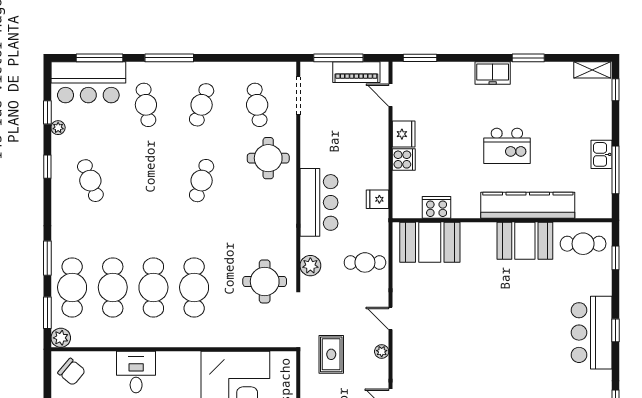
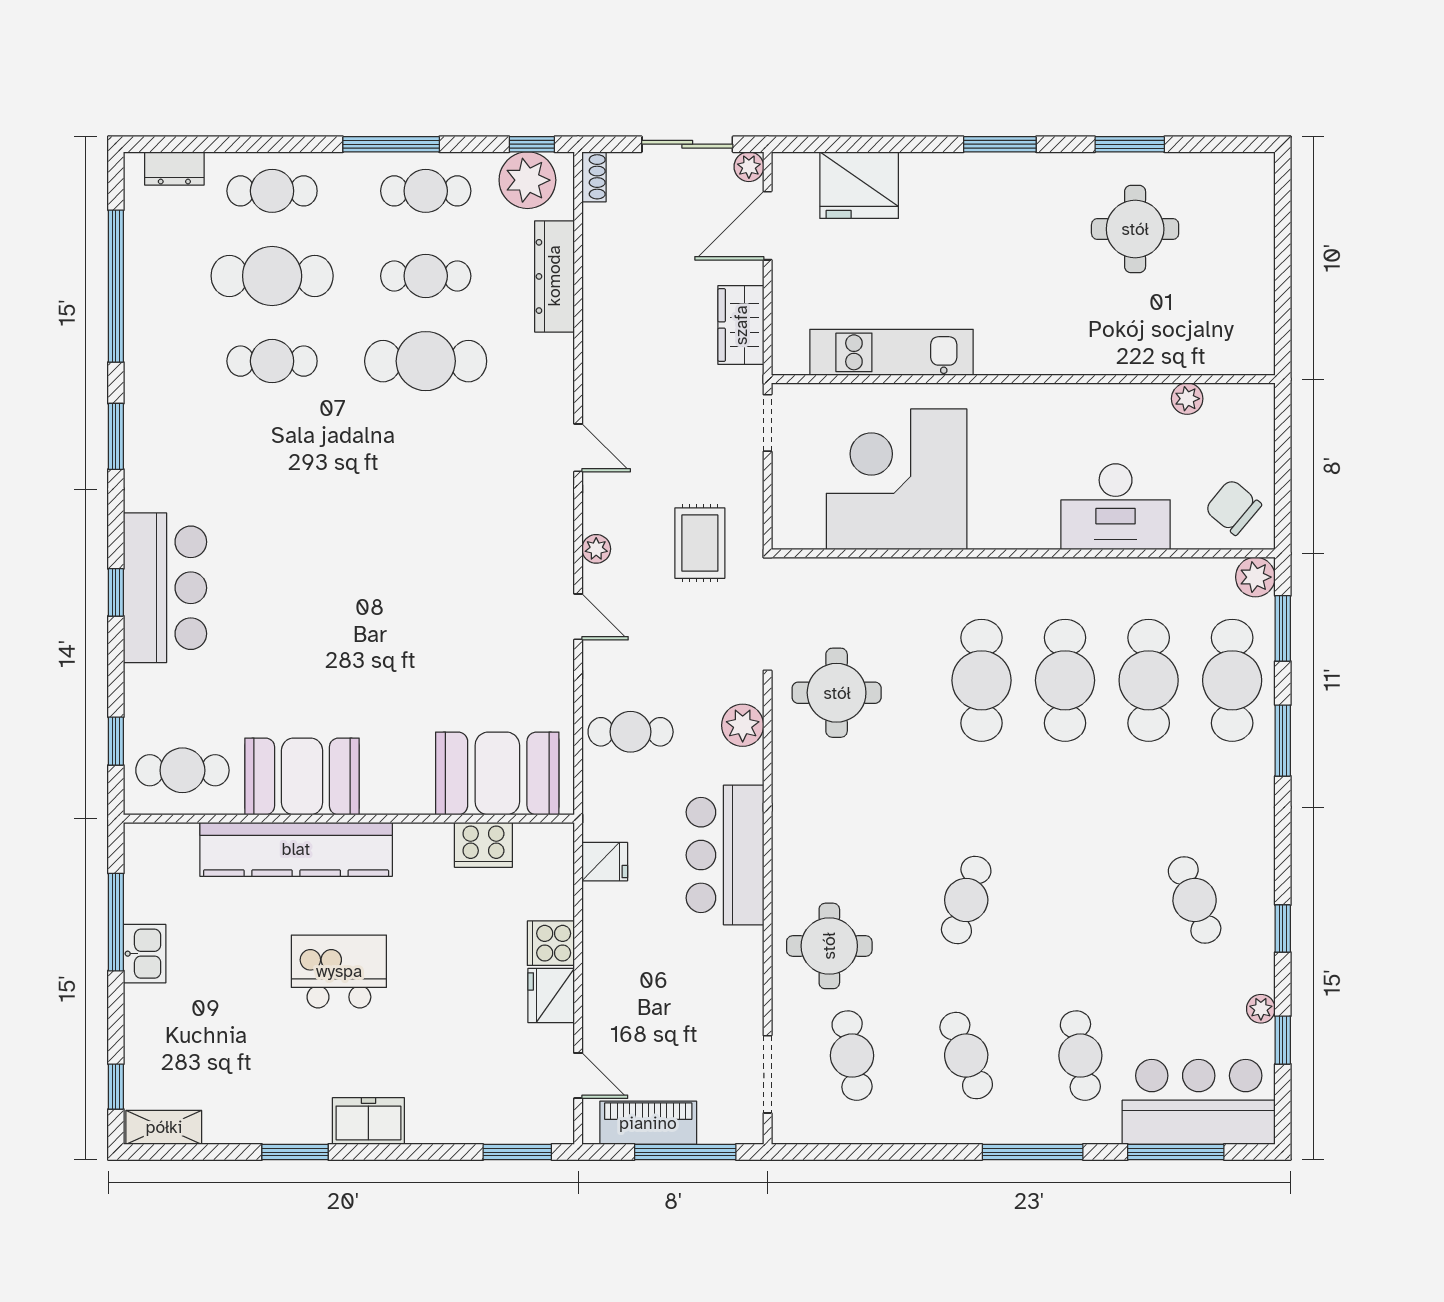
cafe table: (202, 105) -> (966, 1056), turned -39
desk: (136, 372) -> (1116, 507), width x1.37

